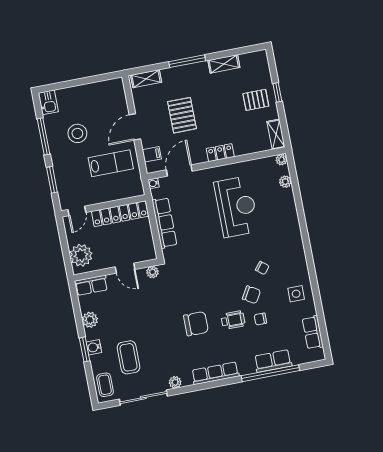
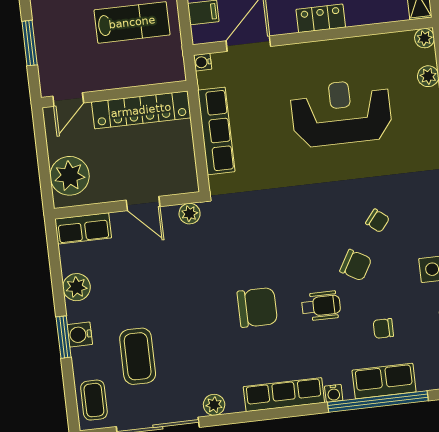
reception desk: (236, 207) -> (341, 113), turned -90
chair: (260, 319) -> (383, 328), moved
water cooler: (244, 370) -> (334, 393), added

